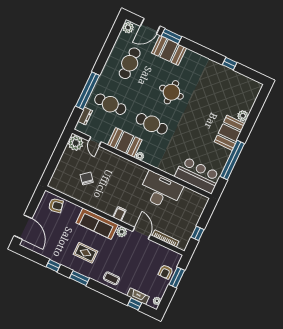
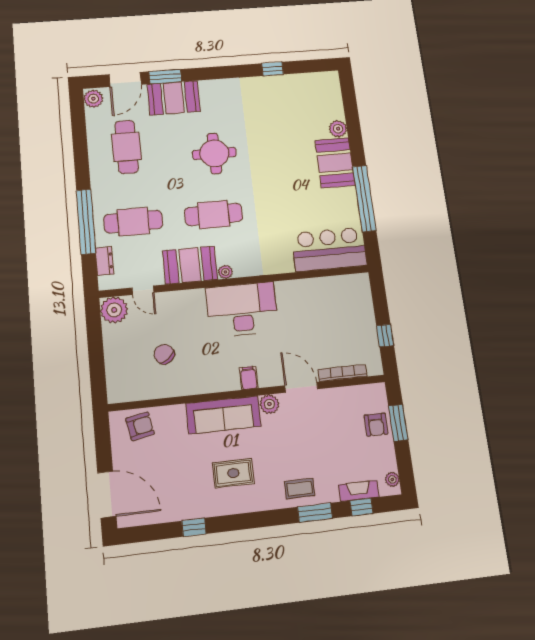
desk: (161, 191) -> (242, 309), moved
window: (80, 278) -> (315, 513), moved

